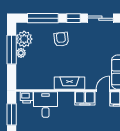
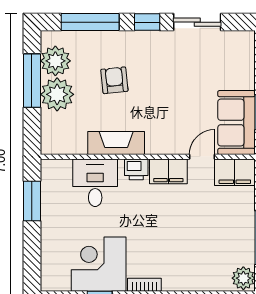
armchair: (61, 39) -> (114, 80), moved
plant: (21, 53) -> (57, 94), width x1.88, depth x1.88
fireplace: (70, 83) -> (116, 143), moved
printer: (27, 97) -> (136, 169), moved

